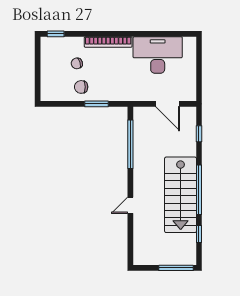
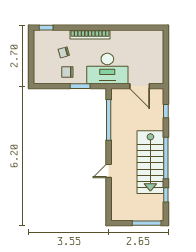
desk: (158, 55) -> (107, 69), moved, turned 180

